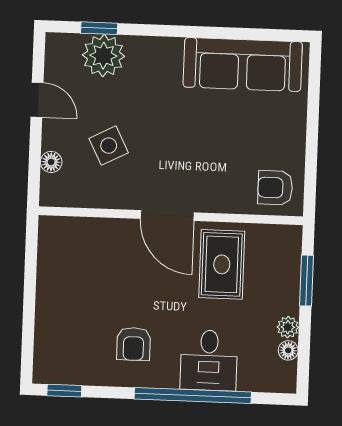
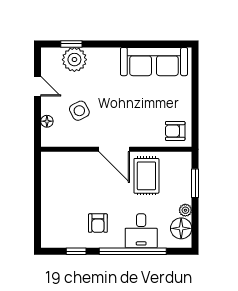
floor lamp: (288, 350) -> (181, 228), width x1.89, depth x1.89
window: (64, 391) -> (76, 251), moved

